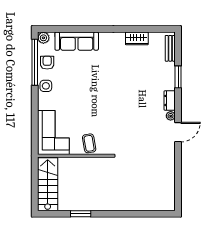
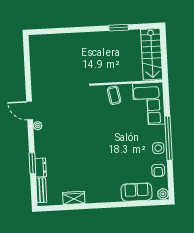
sofa: (77, 41) -> (137, 192), width x0.73
window: (35, 62) -> (168, 138), moved
dresser: (170, 100) -> (41, 167), moved
door: (178, 132) -> (30, 111), hinge flipped

